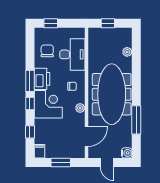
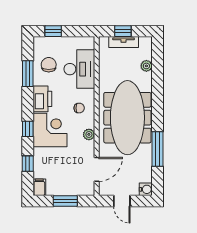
tv unit: (109, 32) -> (124, 42), added
window: (30, 81) -> (28, 74), moved

